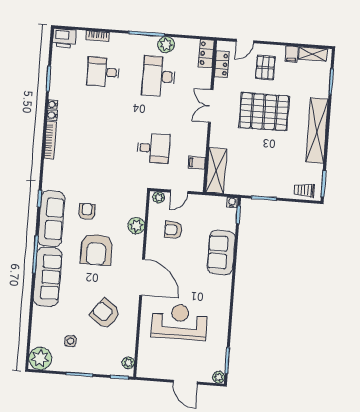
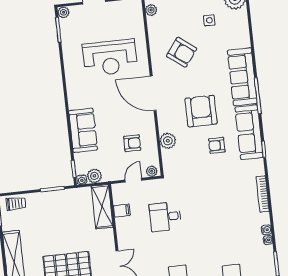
bookcase: (50, 140) -> (263, 194), moved
plant: (218, 204) -> (94, 176), added
armchair: (87, 211) -> (217, 145), turned 90

